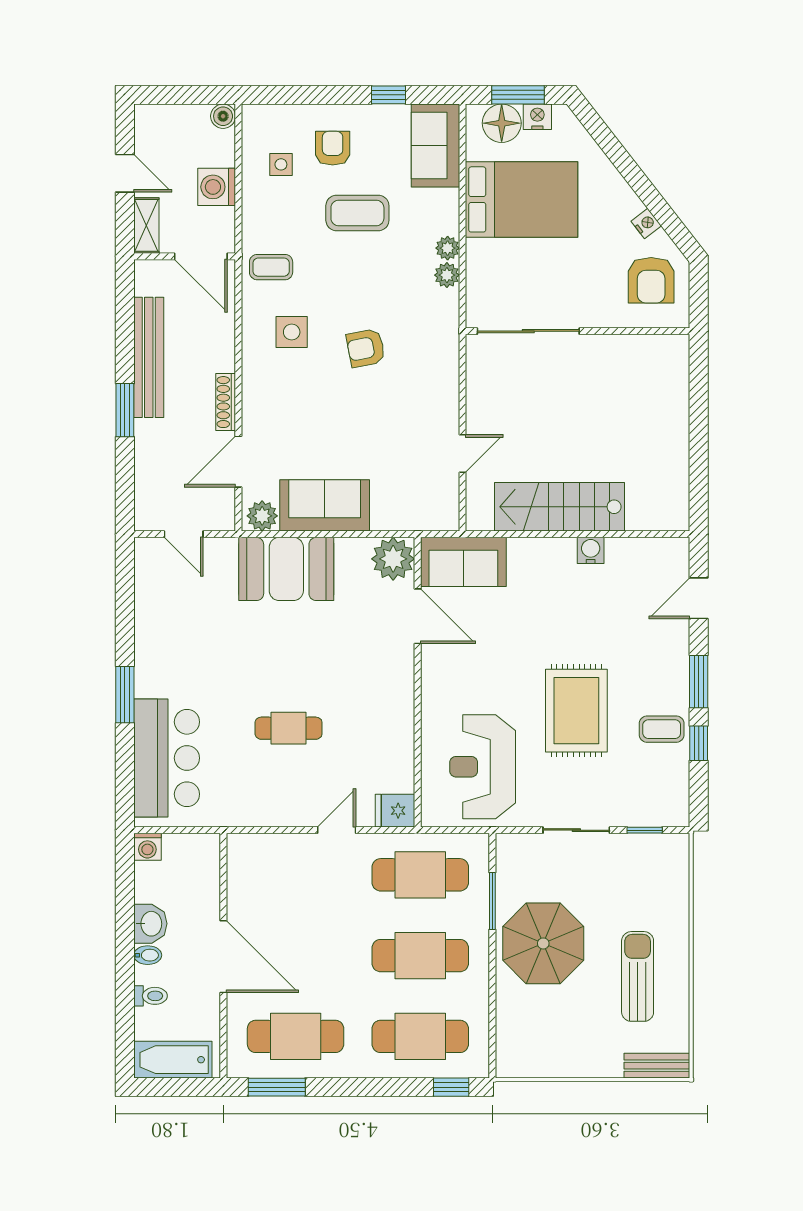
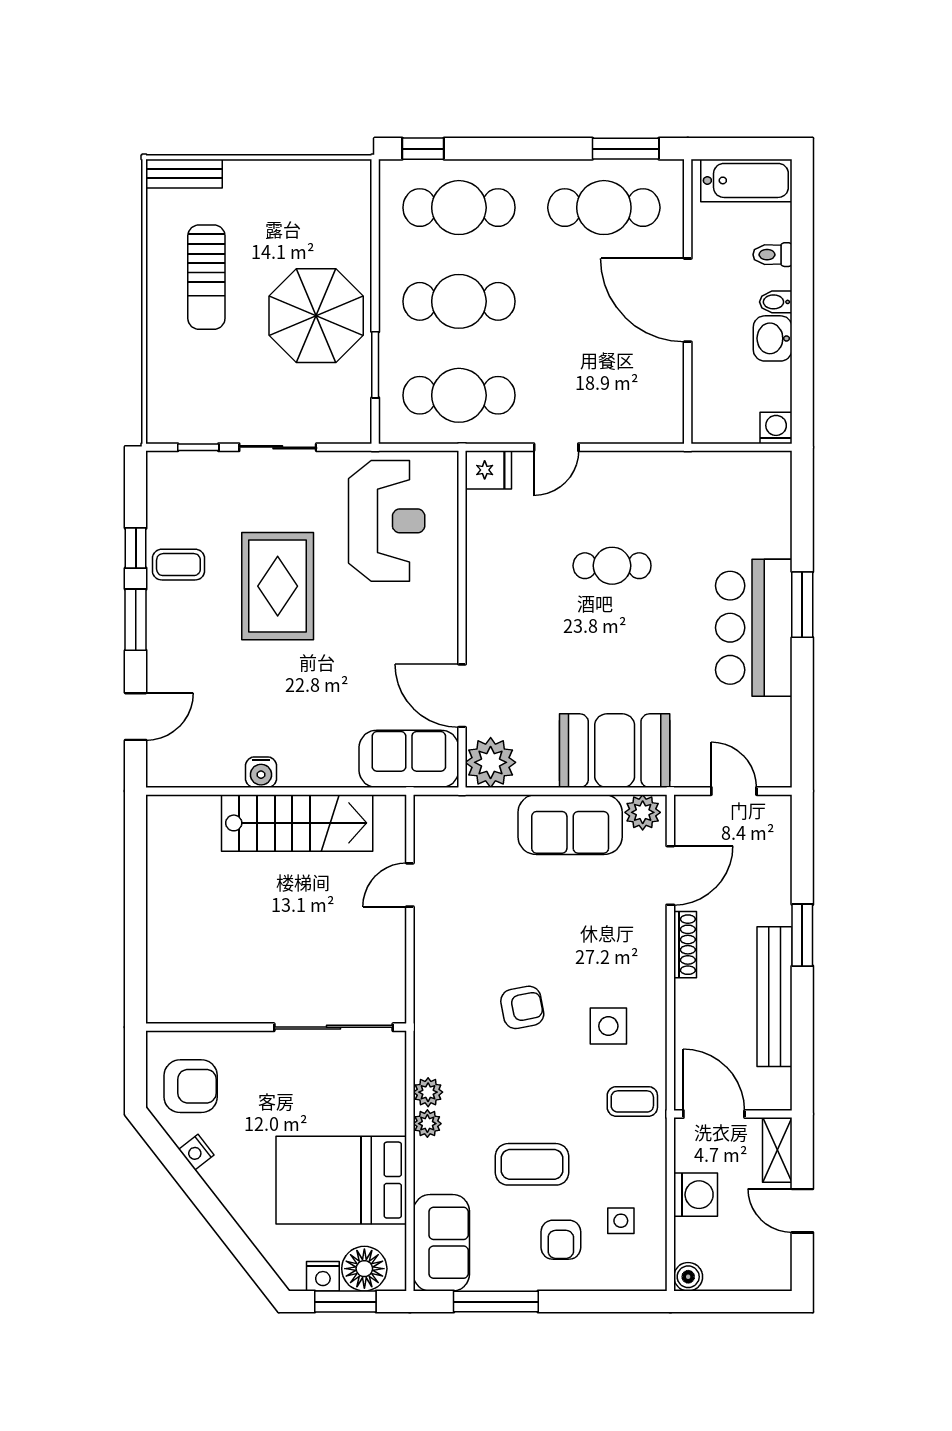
window: (388, 95) -> (496, 1302), width x2.17
armchair: (651, 280) -> (191, 1086), turned 90
bar counter: (167, 758) -> (754, 628), moved

